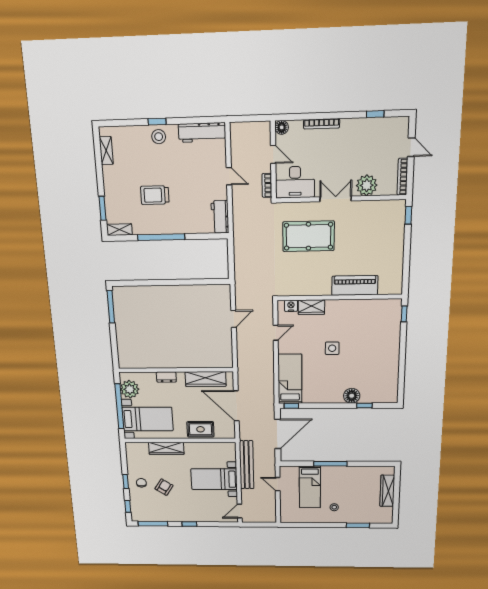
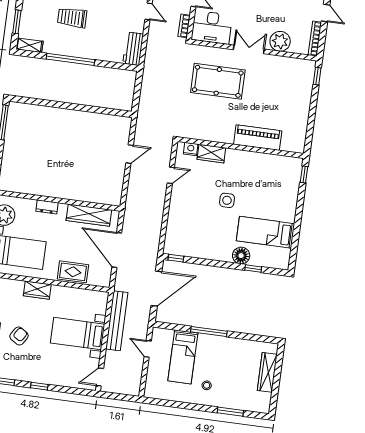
bed: (290, 379) -> (265, 232), moved, turned -90
wardrobe: (166, 448) -> (37, 290), width x0.67

